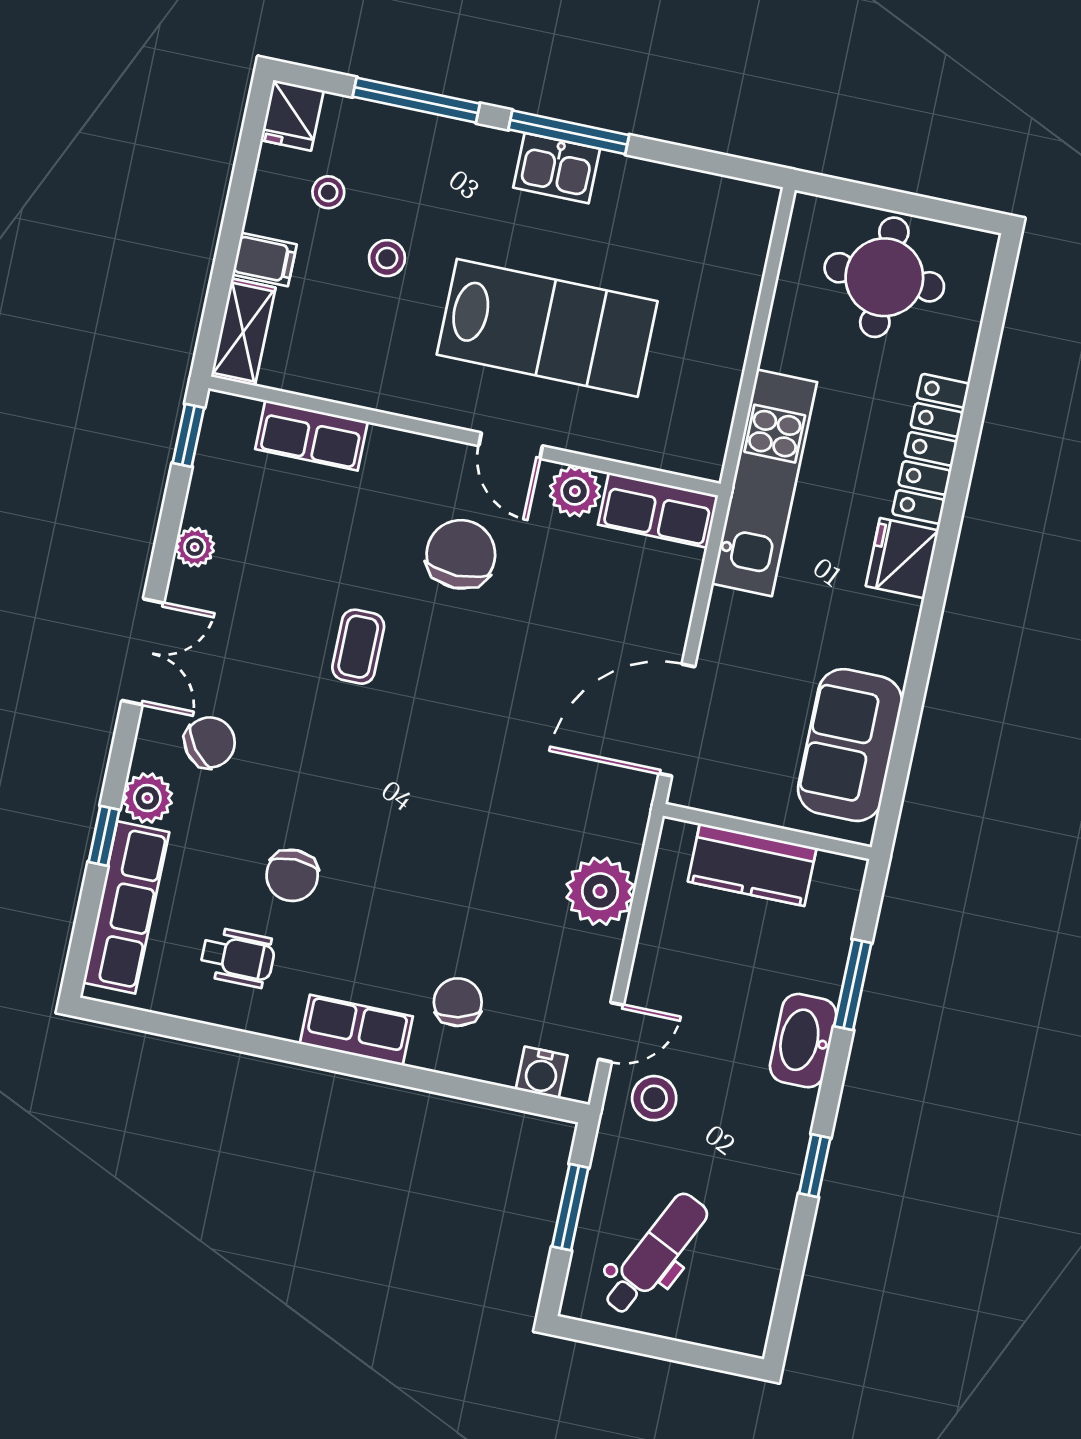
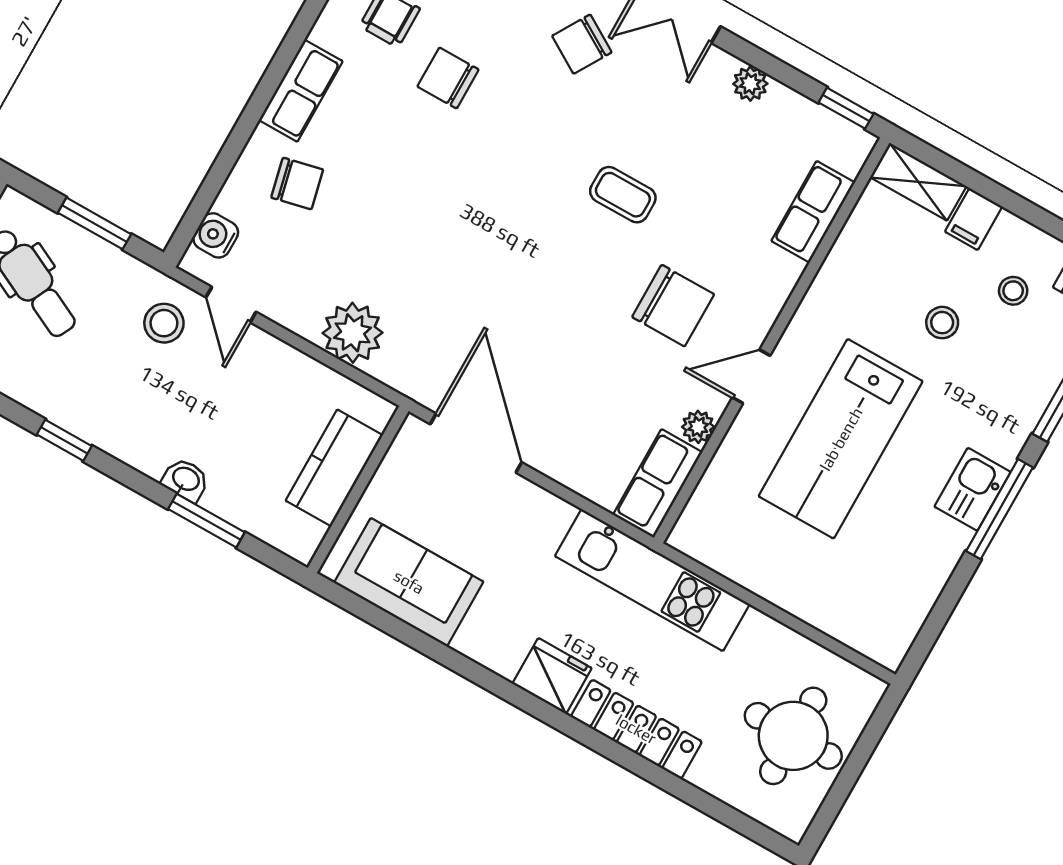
plant: (575, 491) -> (698, 427), width x0.73, depth x0.73
chair: (210, 742) -> (582, 44), turned 69
washbasin: (803, 1041) -> (185, 480), width x0.52, depth x0.69

